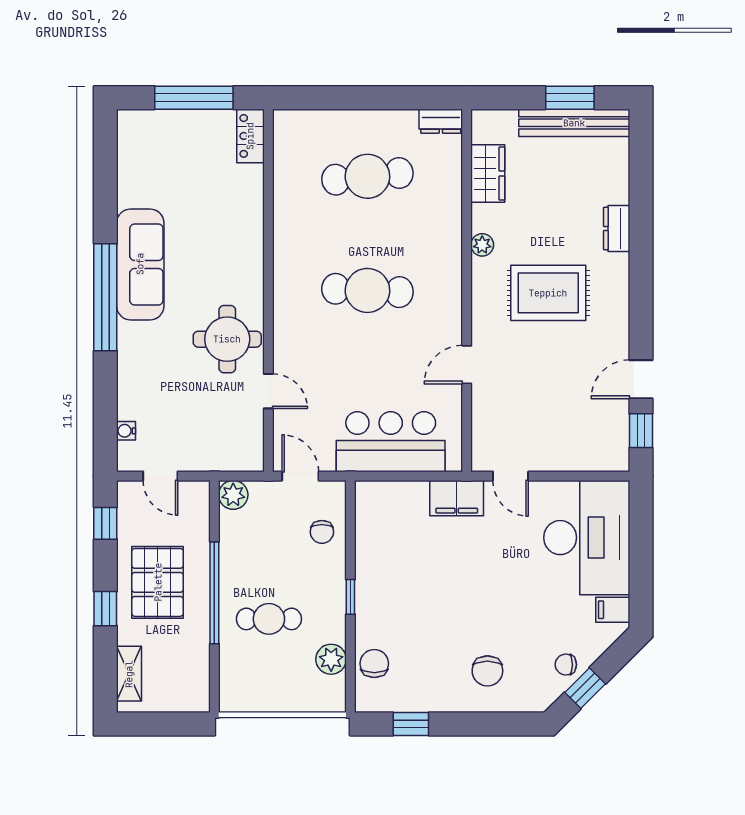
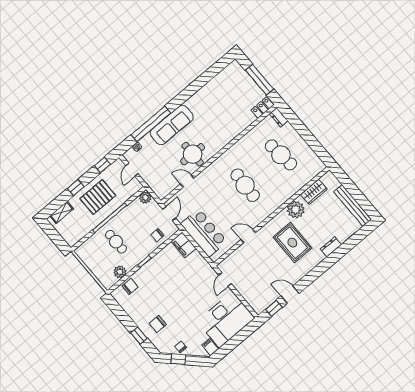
window: (570, 98) -> (359, 197), removed
dresser: (441, 121) -> (279, 117), moved
plant: (482, 245) -> (296, 210), width x1.87, depth x1.87
sofa: (140, 264) -> (172, 125), moved
window: (105, 297) -> (151, 124), moved
door: (268, 391) -> (187, 181), swing flipped
filing cabinet: (457, 498) -> (184, 245), moved
window: (411, 724) -> (139, 336), moved

